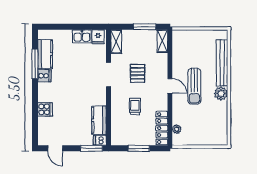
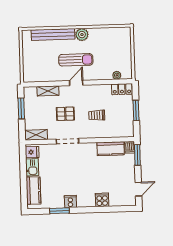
shelving: (162, 41) -> (48, 91), moved
kitchen counter: (45, 54) -> (33, 191), moved, turned 90
window: (35, 64) -> (59, 211), width x0.69
locker: (162, 128) -> (122, 89), width x0.66

